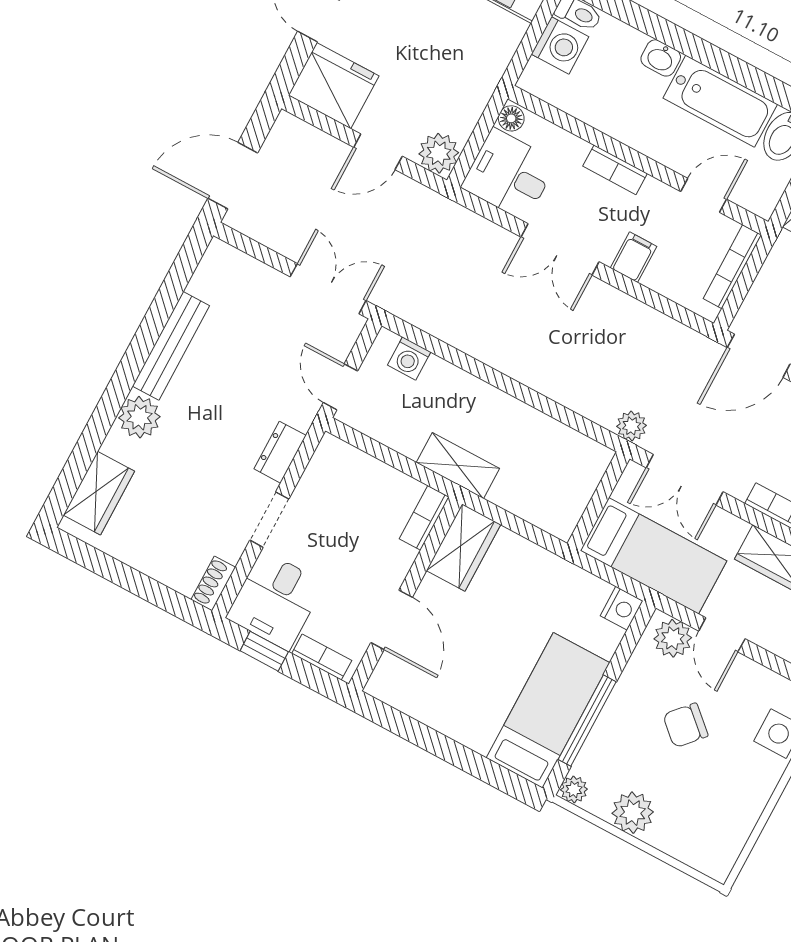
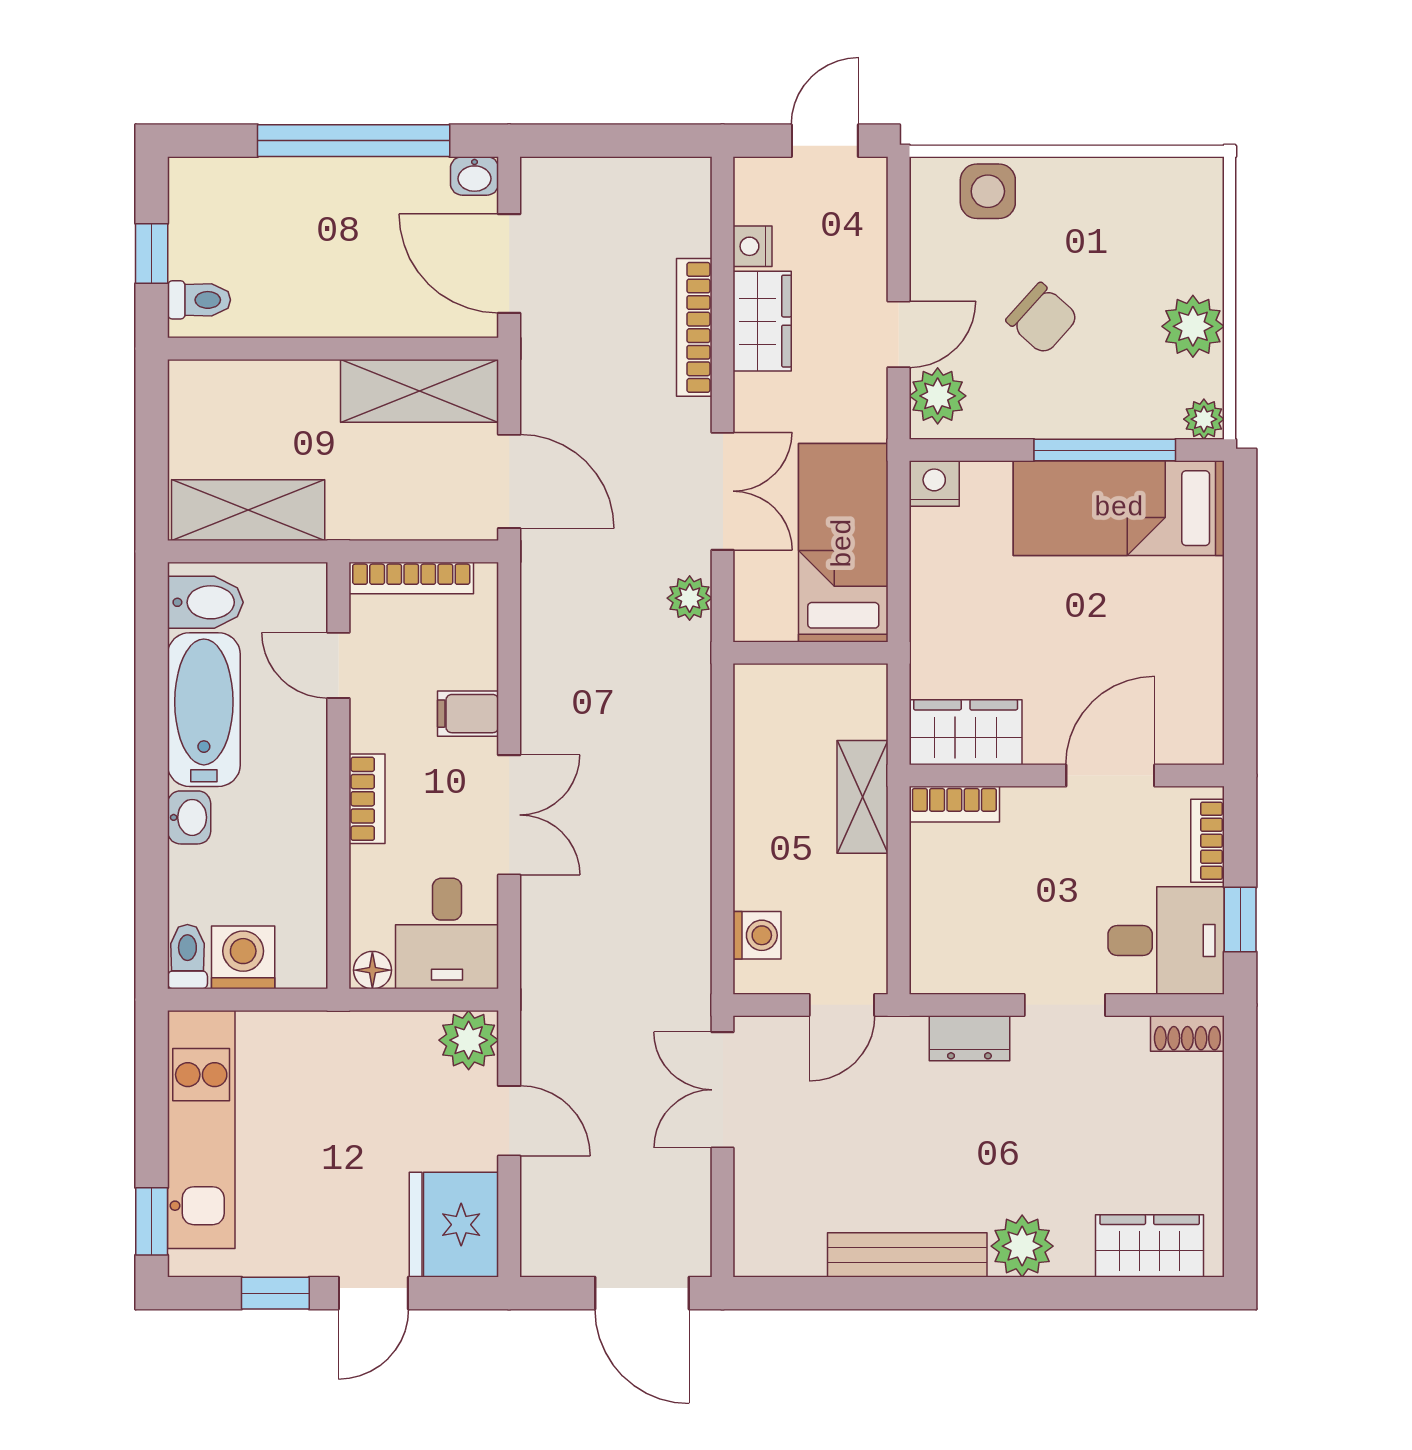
wall: (598, 501) -> (811, 653), moved
bed: (654, 556) -> (843, 543), moved

